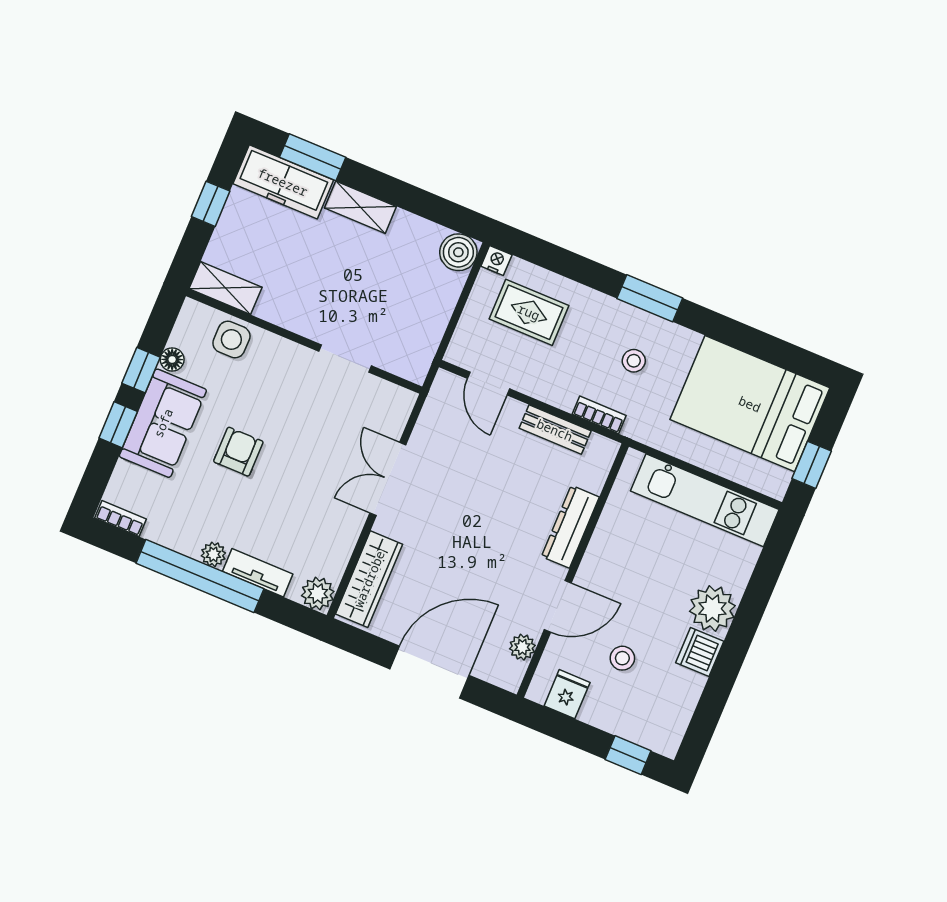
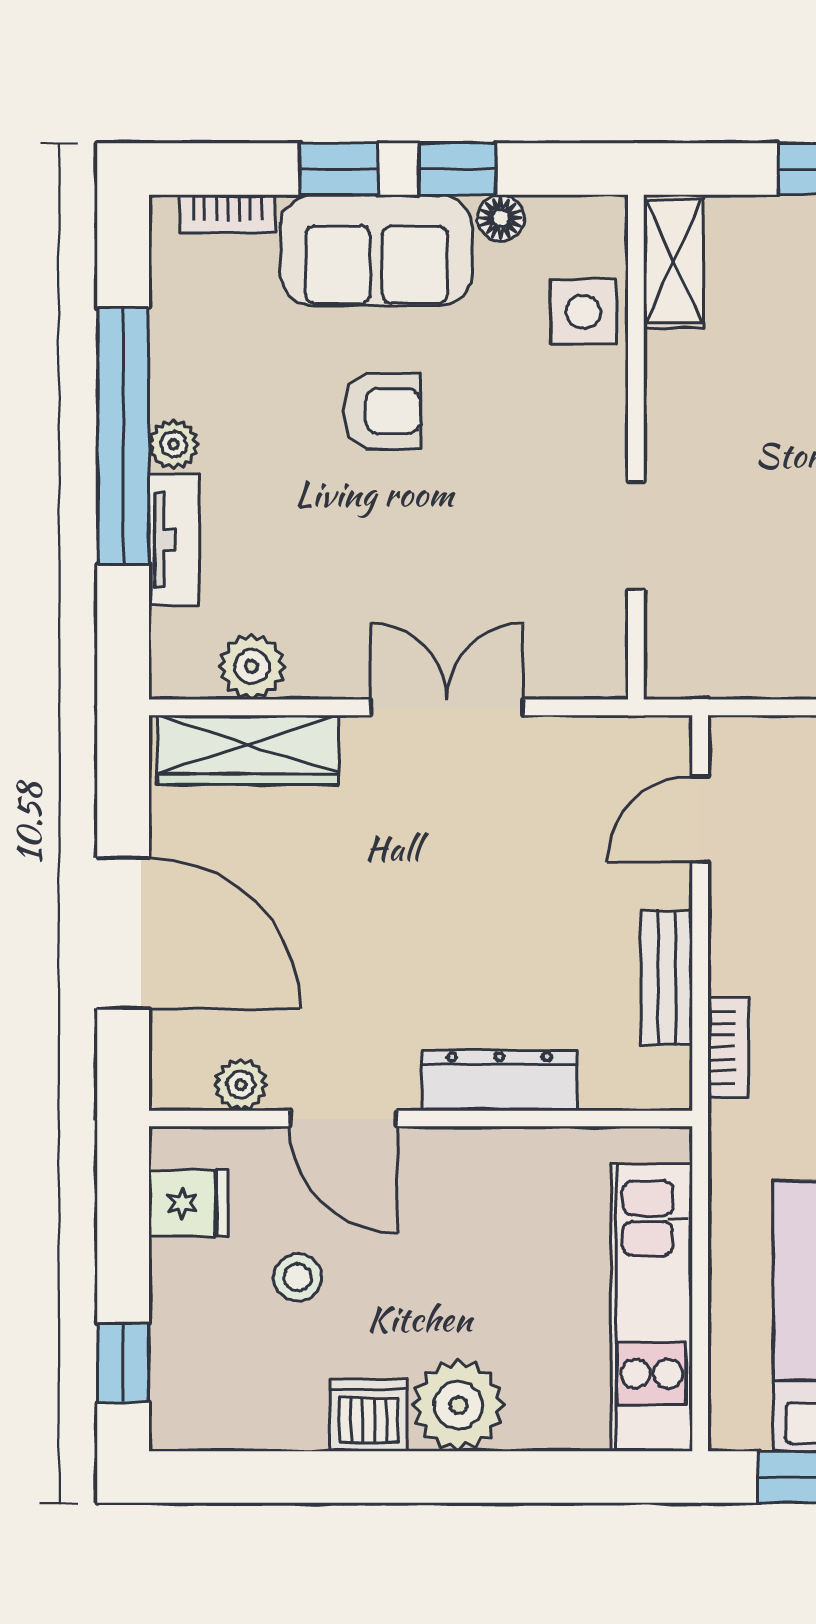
bookcase: (120, 519) -> (227, 214), moved, turned 90
plant: (318, 594) -> (252, 667), moved

